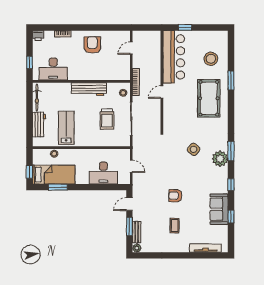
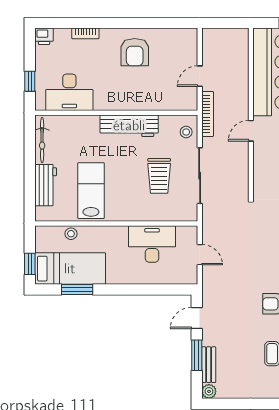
armchair: (92, 45) -> (135, 52), turned 180
door: (131, 48) -> (200, 76), moved
desk: (103, 173) -> (152, 244), moved, turned 180

